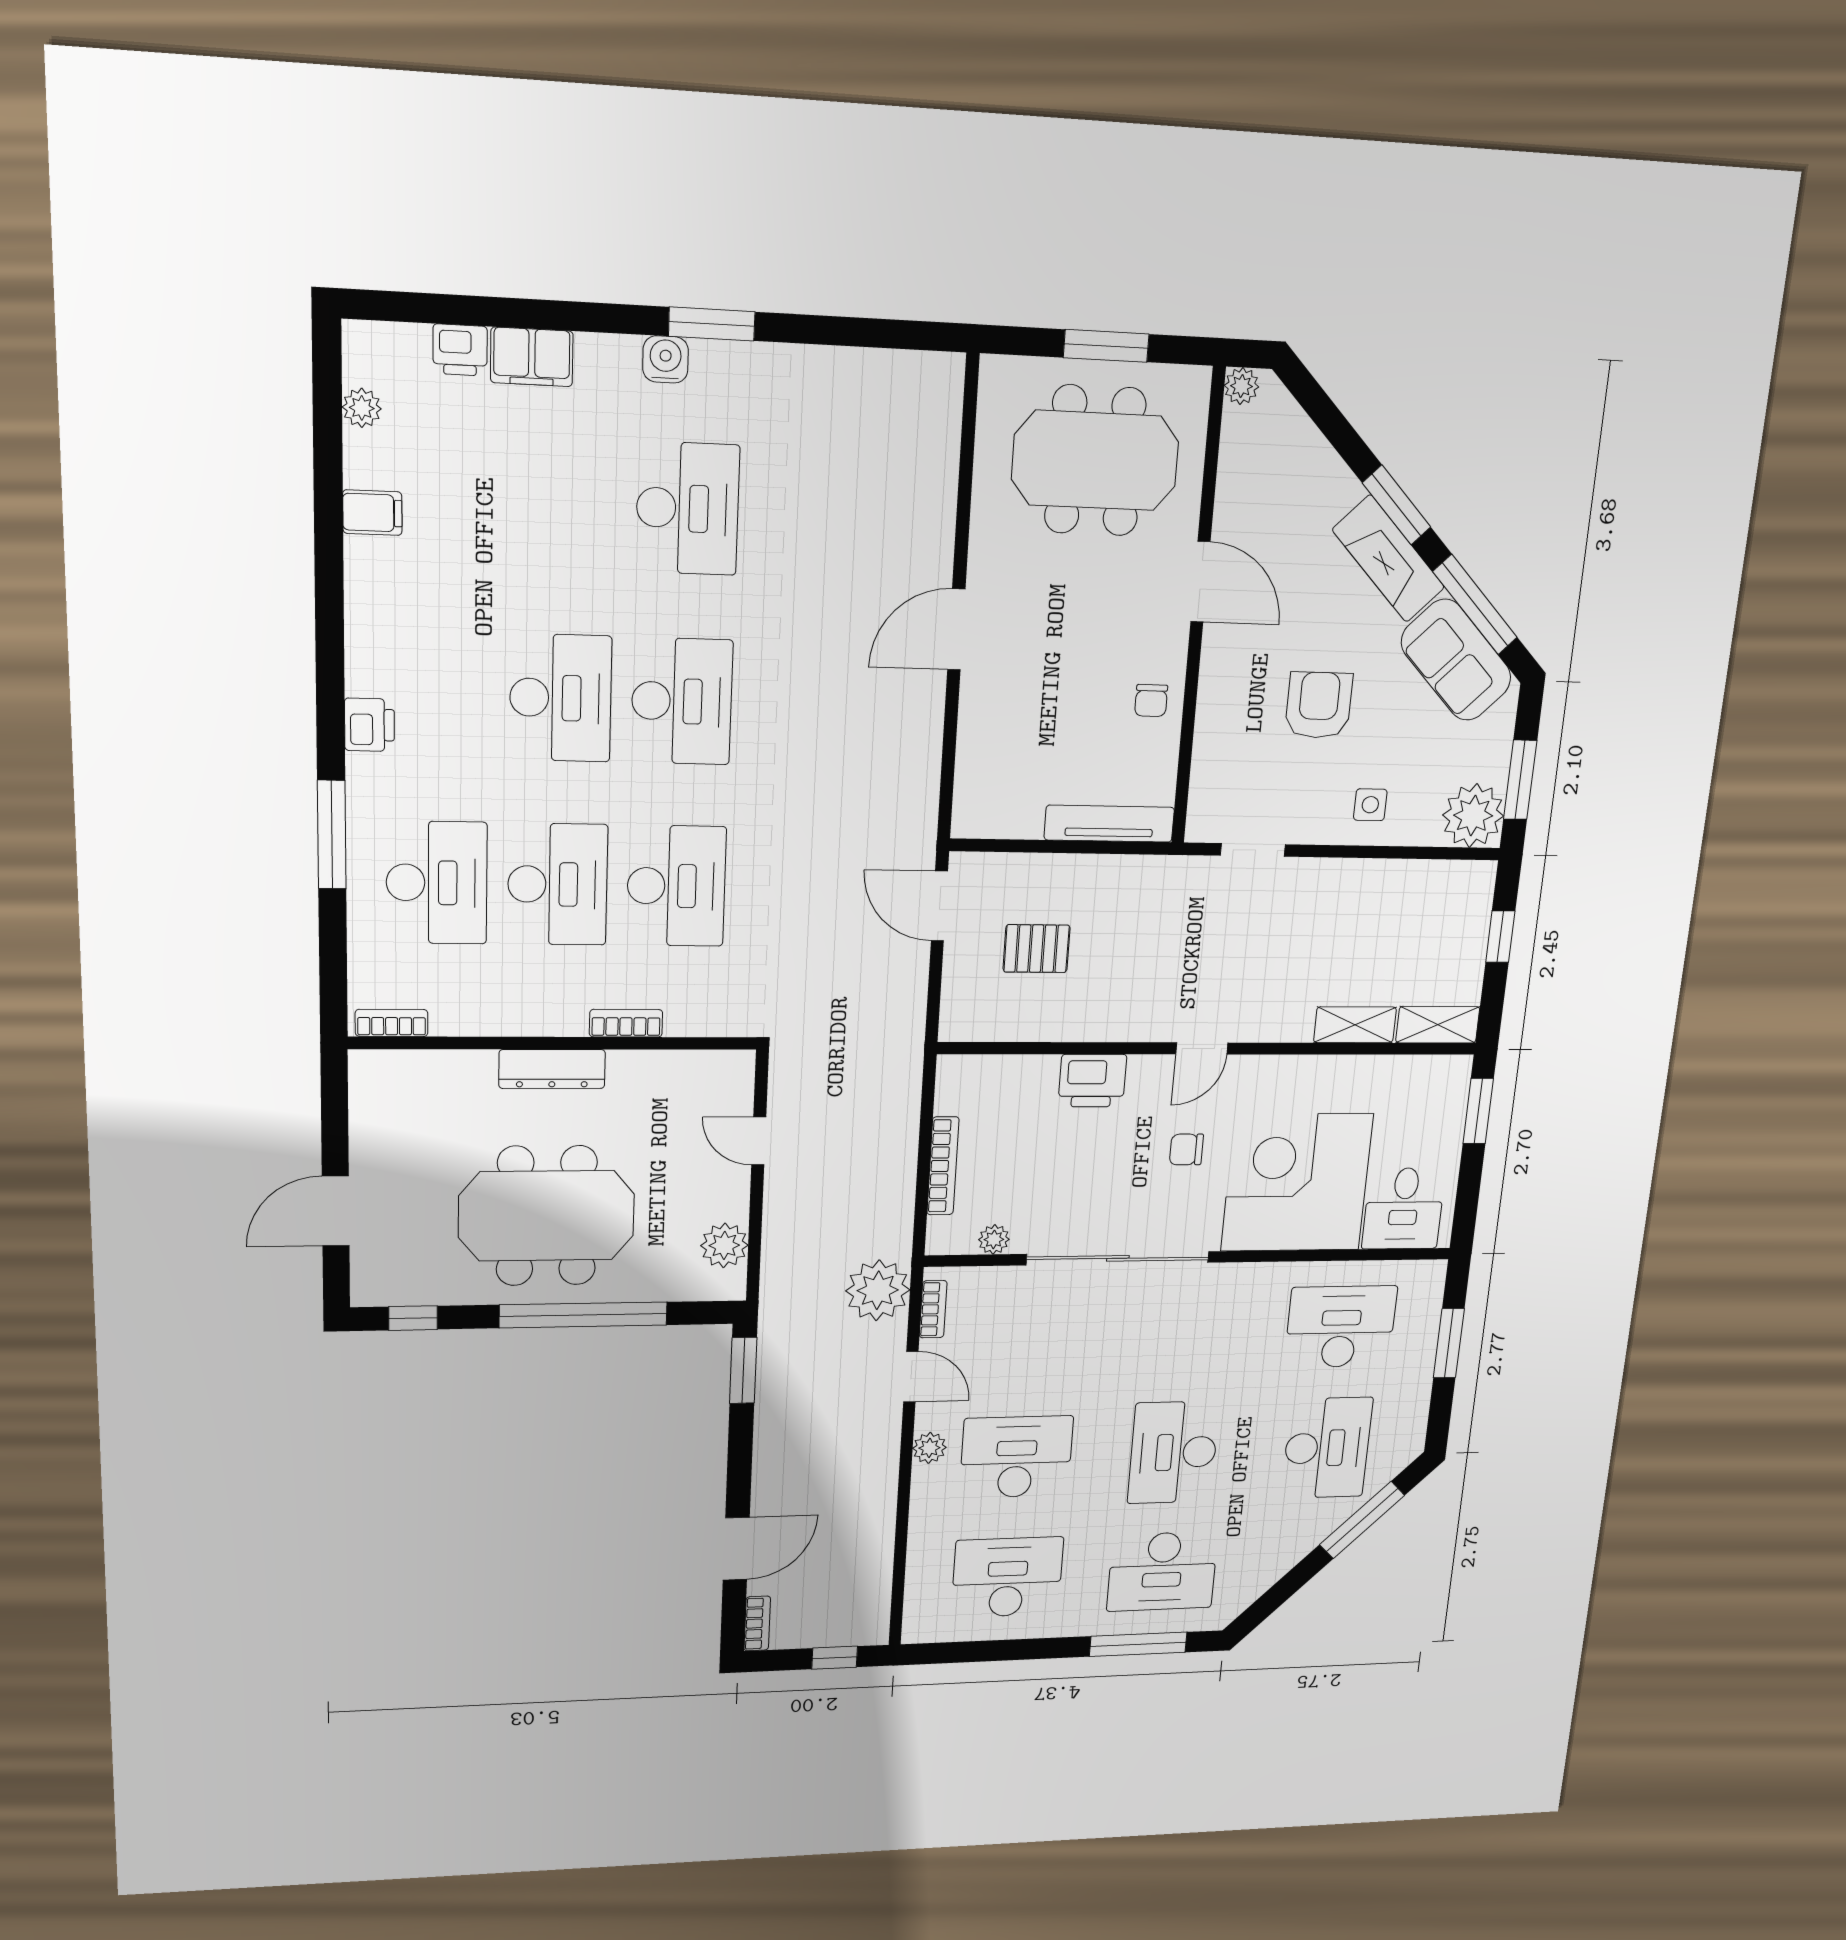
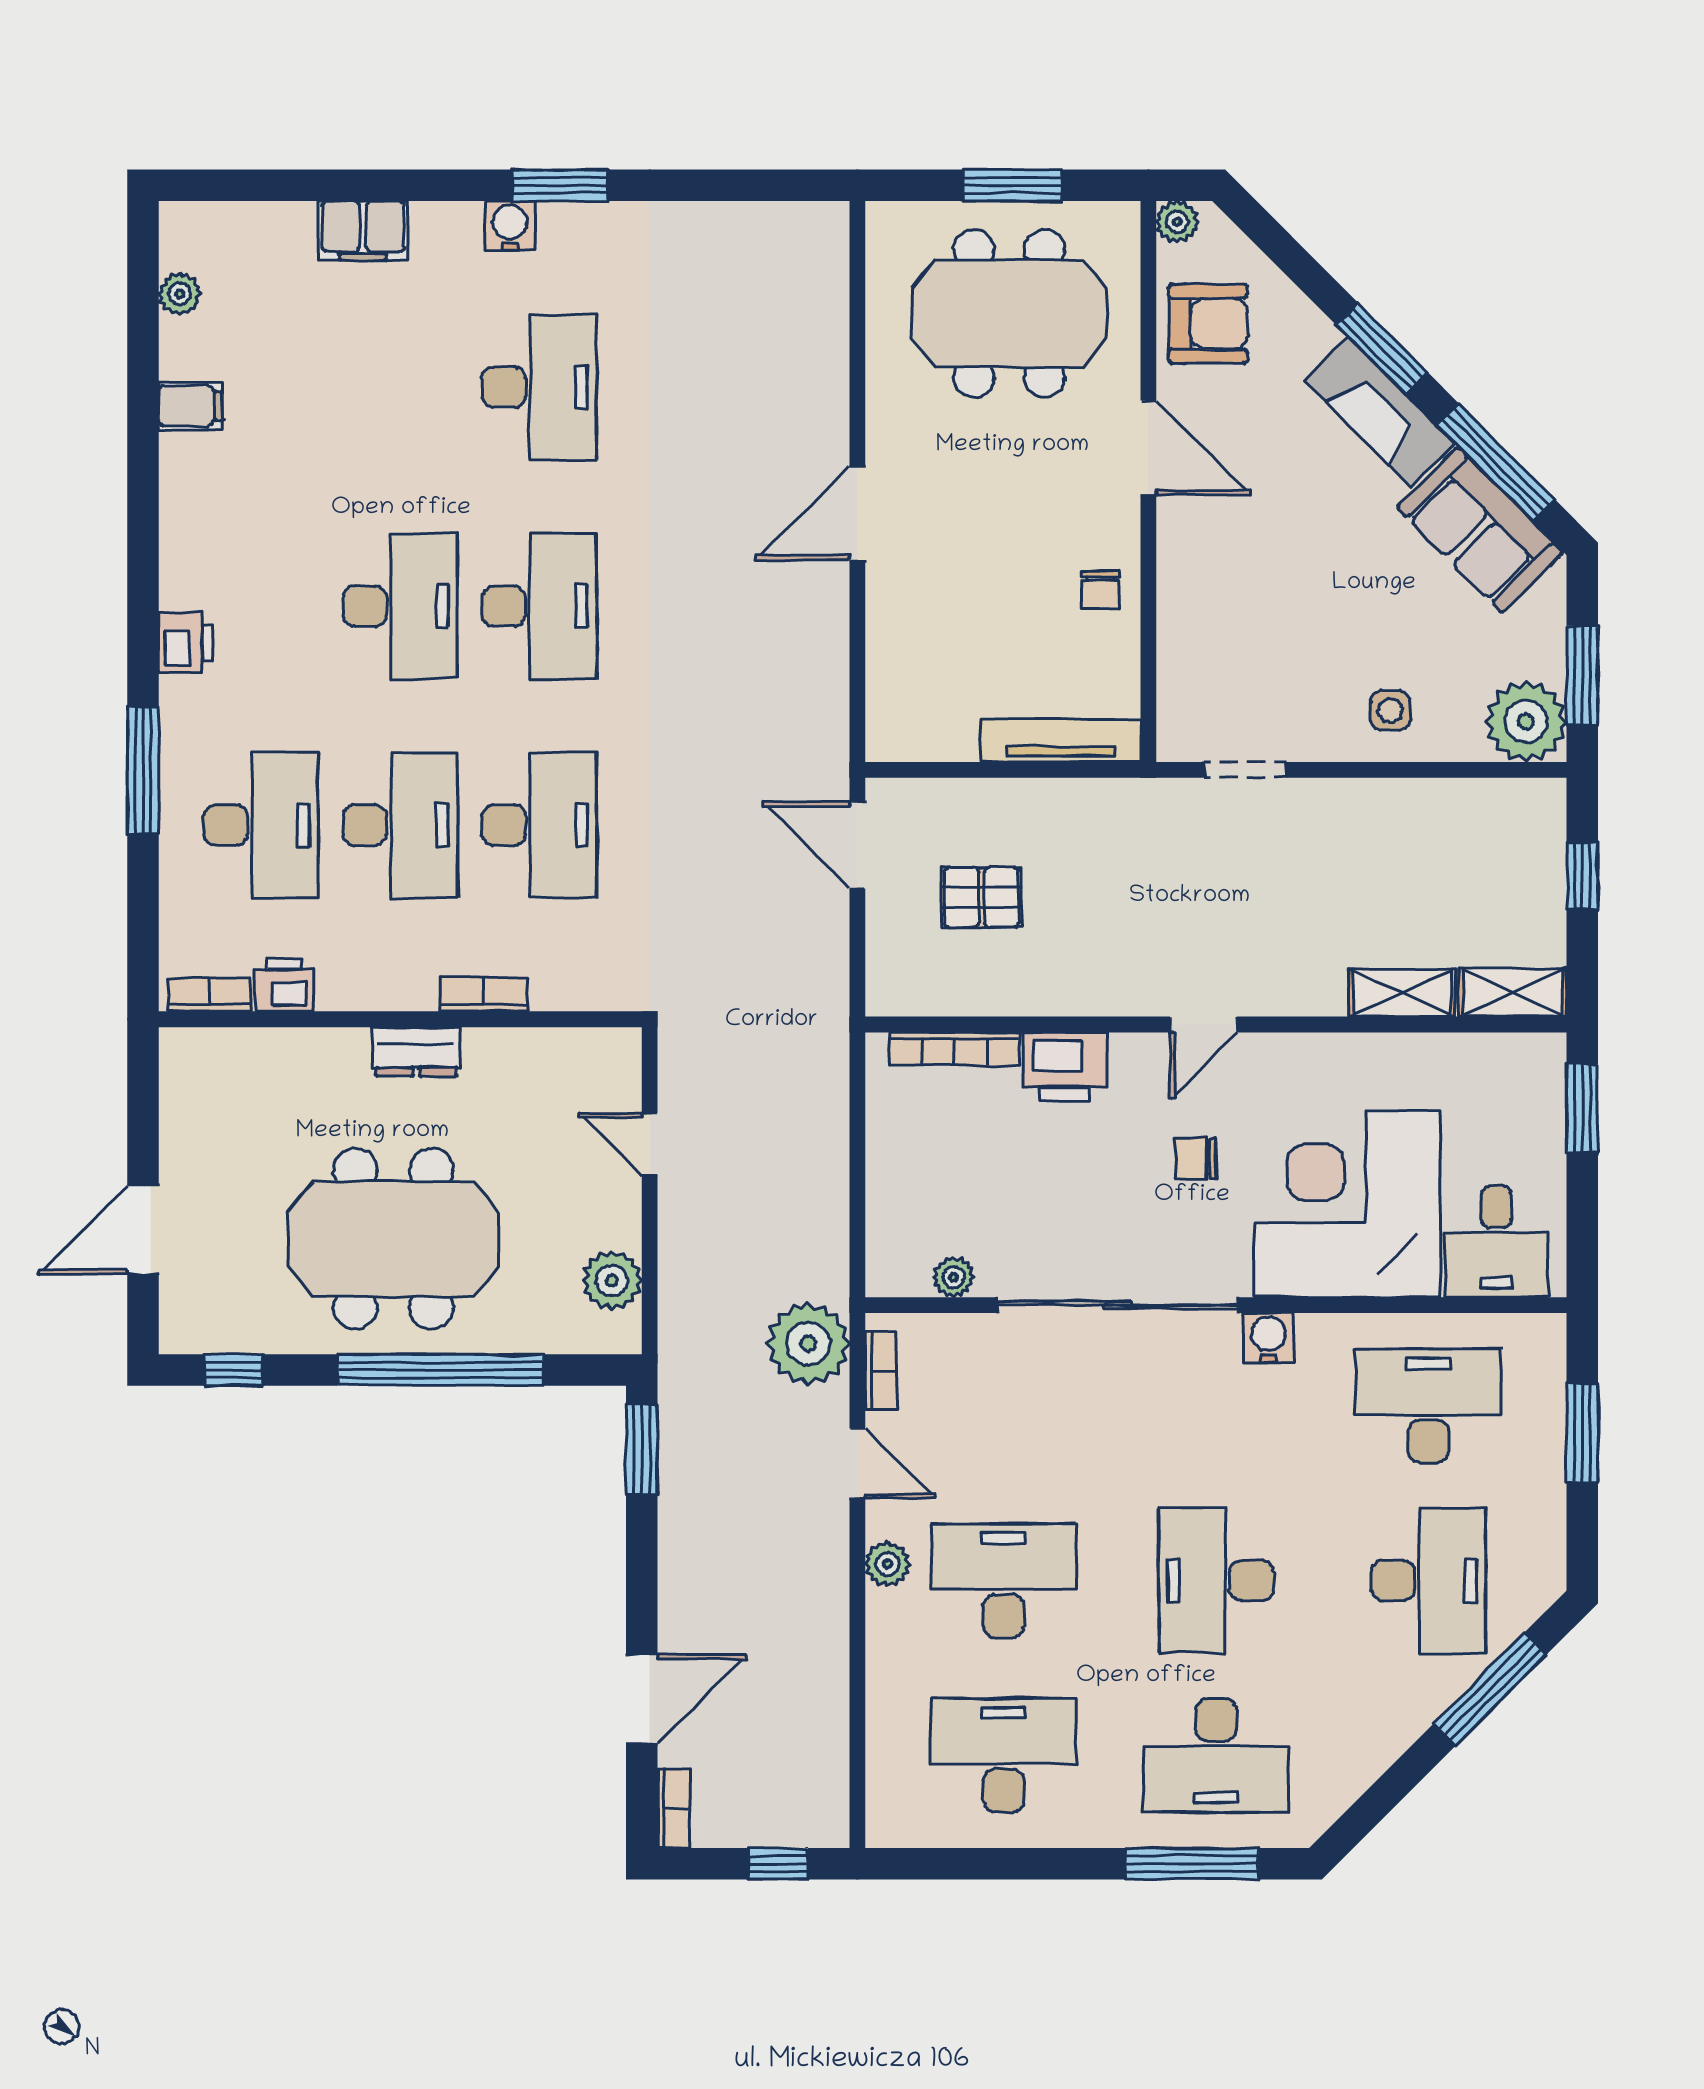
printer: (460, 350) -> (284, 985), moved, turned 180
armchair: (1319, 705) -> (1208, 324), moved, turned 90
dresser: (552, 1069) -> (416, 1052), width x0.70
bookcase: (943, 1166) -> (955, 1049), moved, turned 90
water cooler: (1229, 1280) -> (1269, 1338), added

